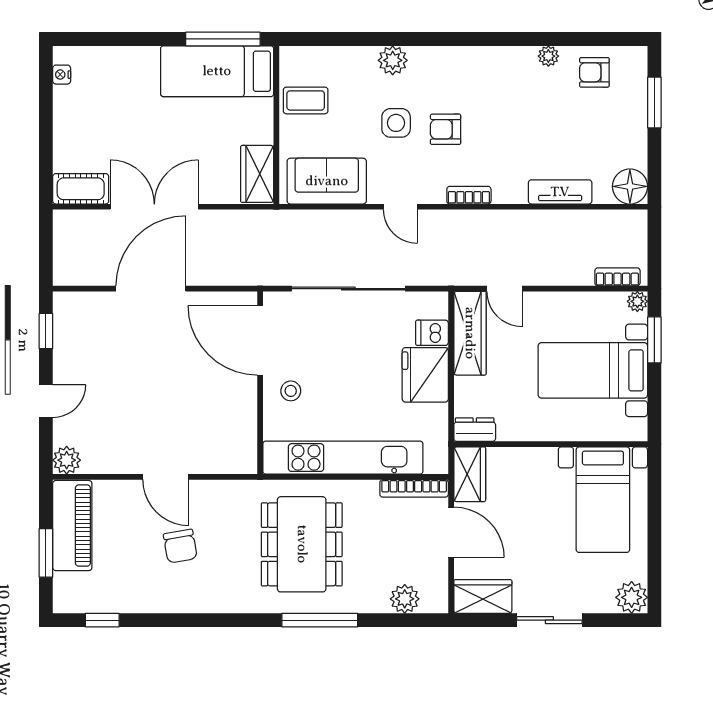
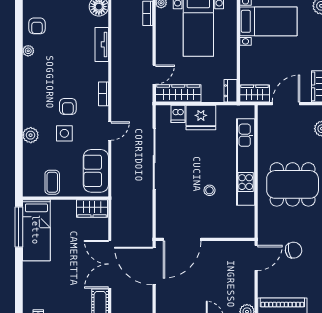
door: (260, 340) -> (182, 239), moved
wall: (260, 383) -> (205, 239), moved
bookcase: (414, 488) -> (262, 124), removed

